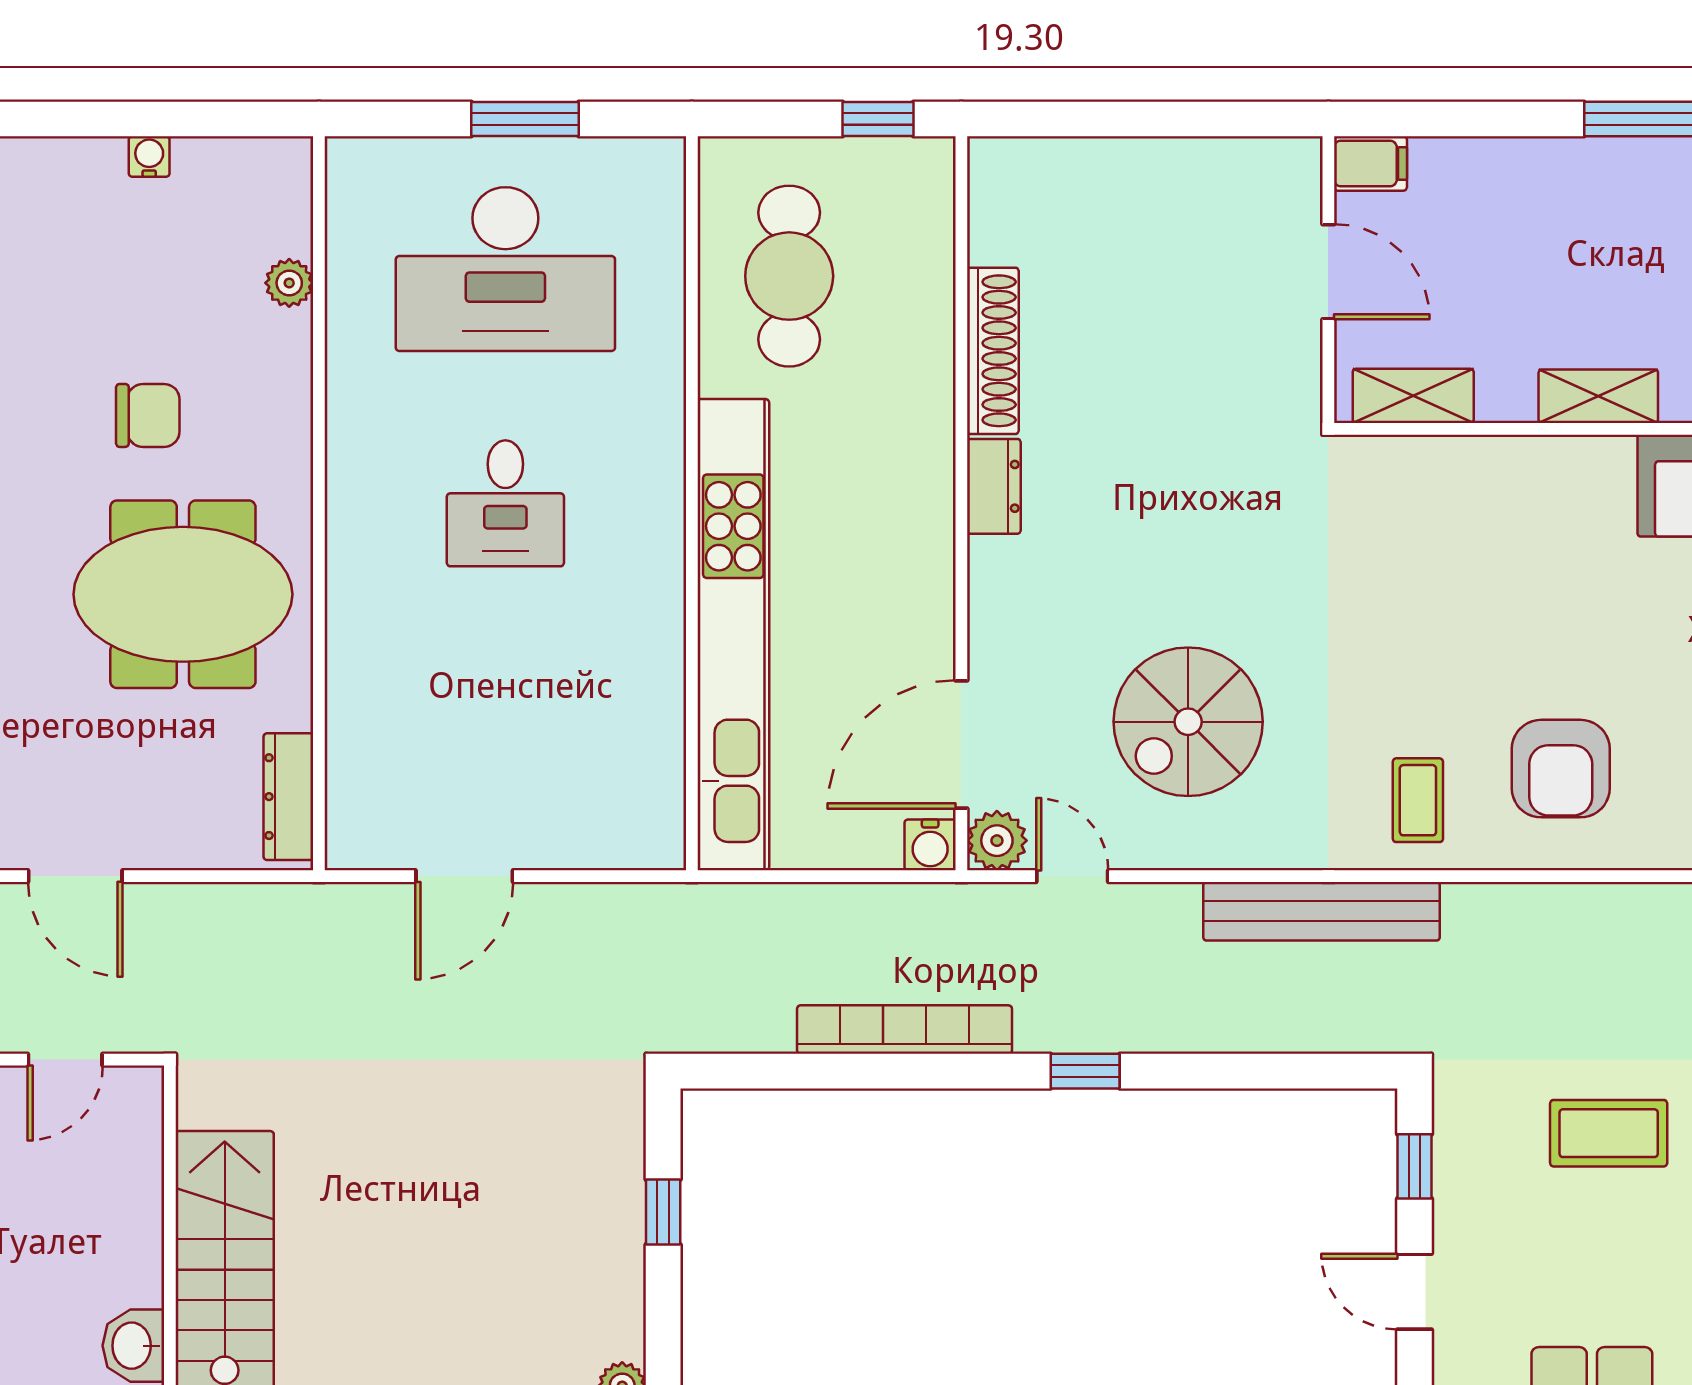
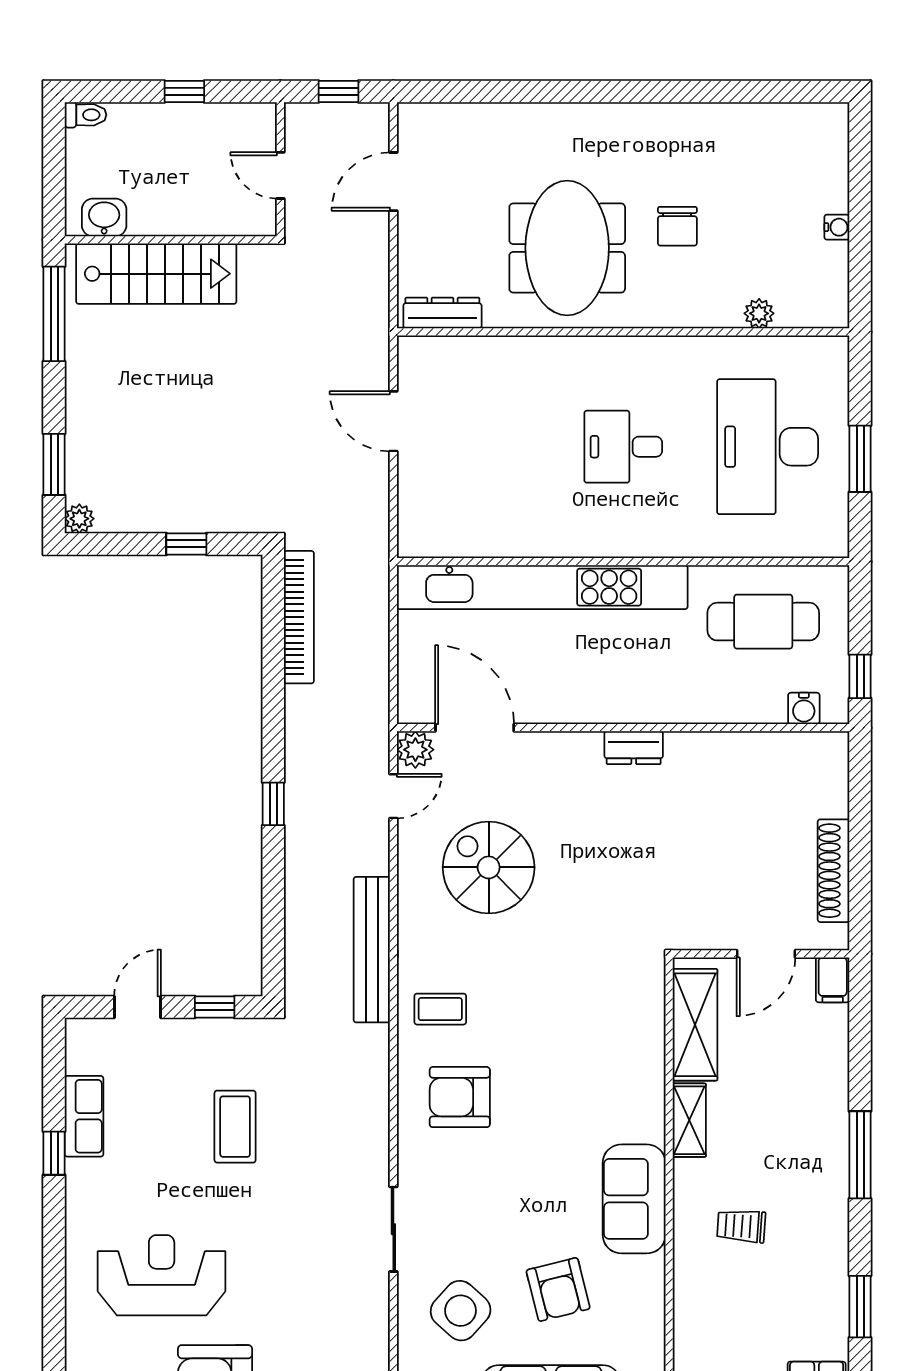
shoe rack: (993, 351) -> (834, 871), moved, turned 90
shelving: (1413, 396) -> (695, 1025), width x1.50, depth x1.33
water cooler: (930, 845) -> (804, 708), moved, turned -90
bookcase: (905, 1030) -> (299, 617), moved

